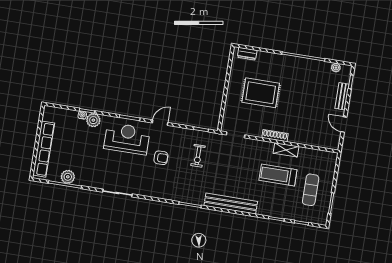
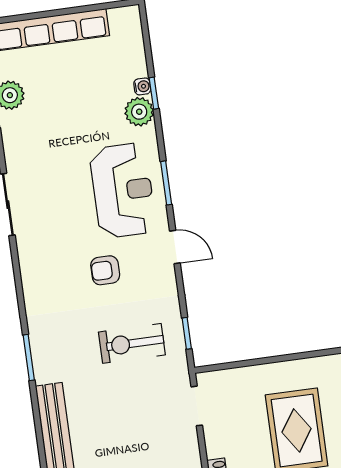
exercise bike: (198, 156) -> (132, 343), width x1.38, depth x1.39
armchair: (161, 158) -> (105, 270), turned 90

